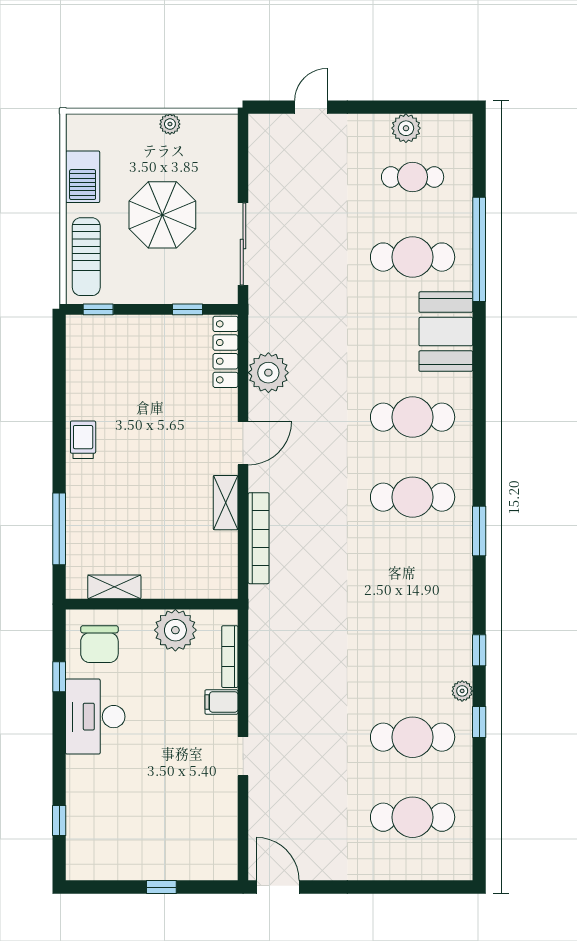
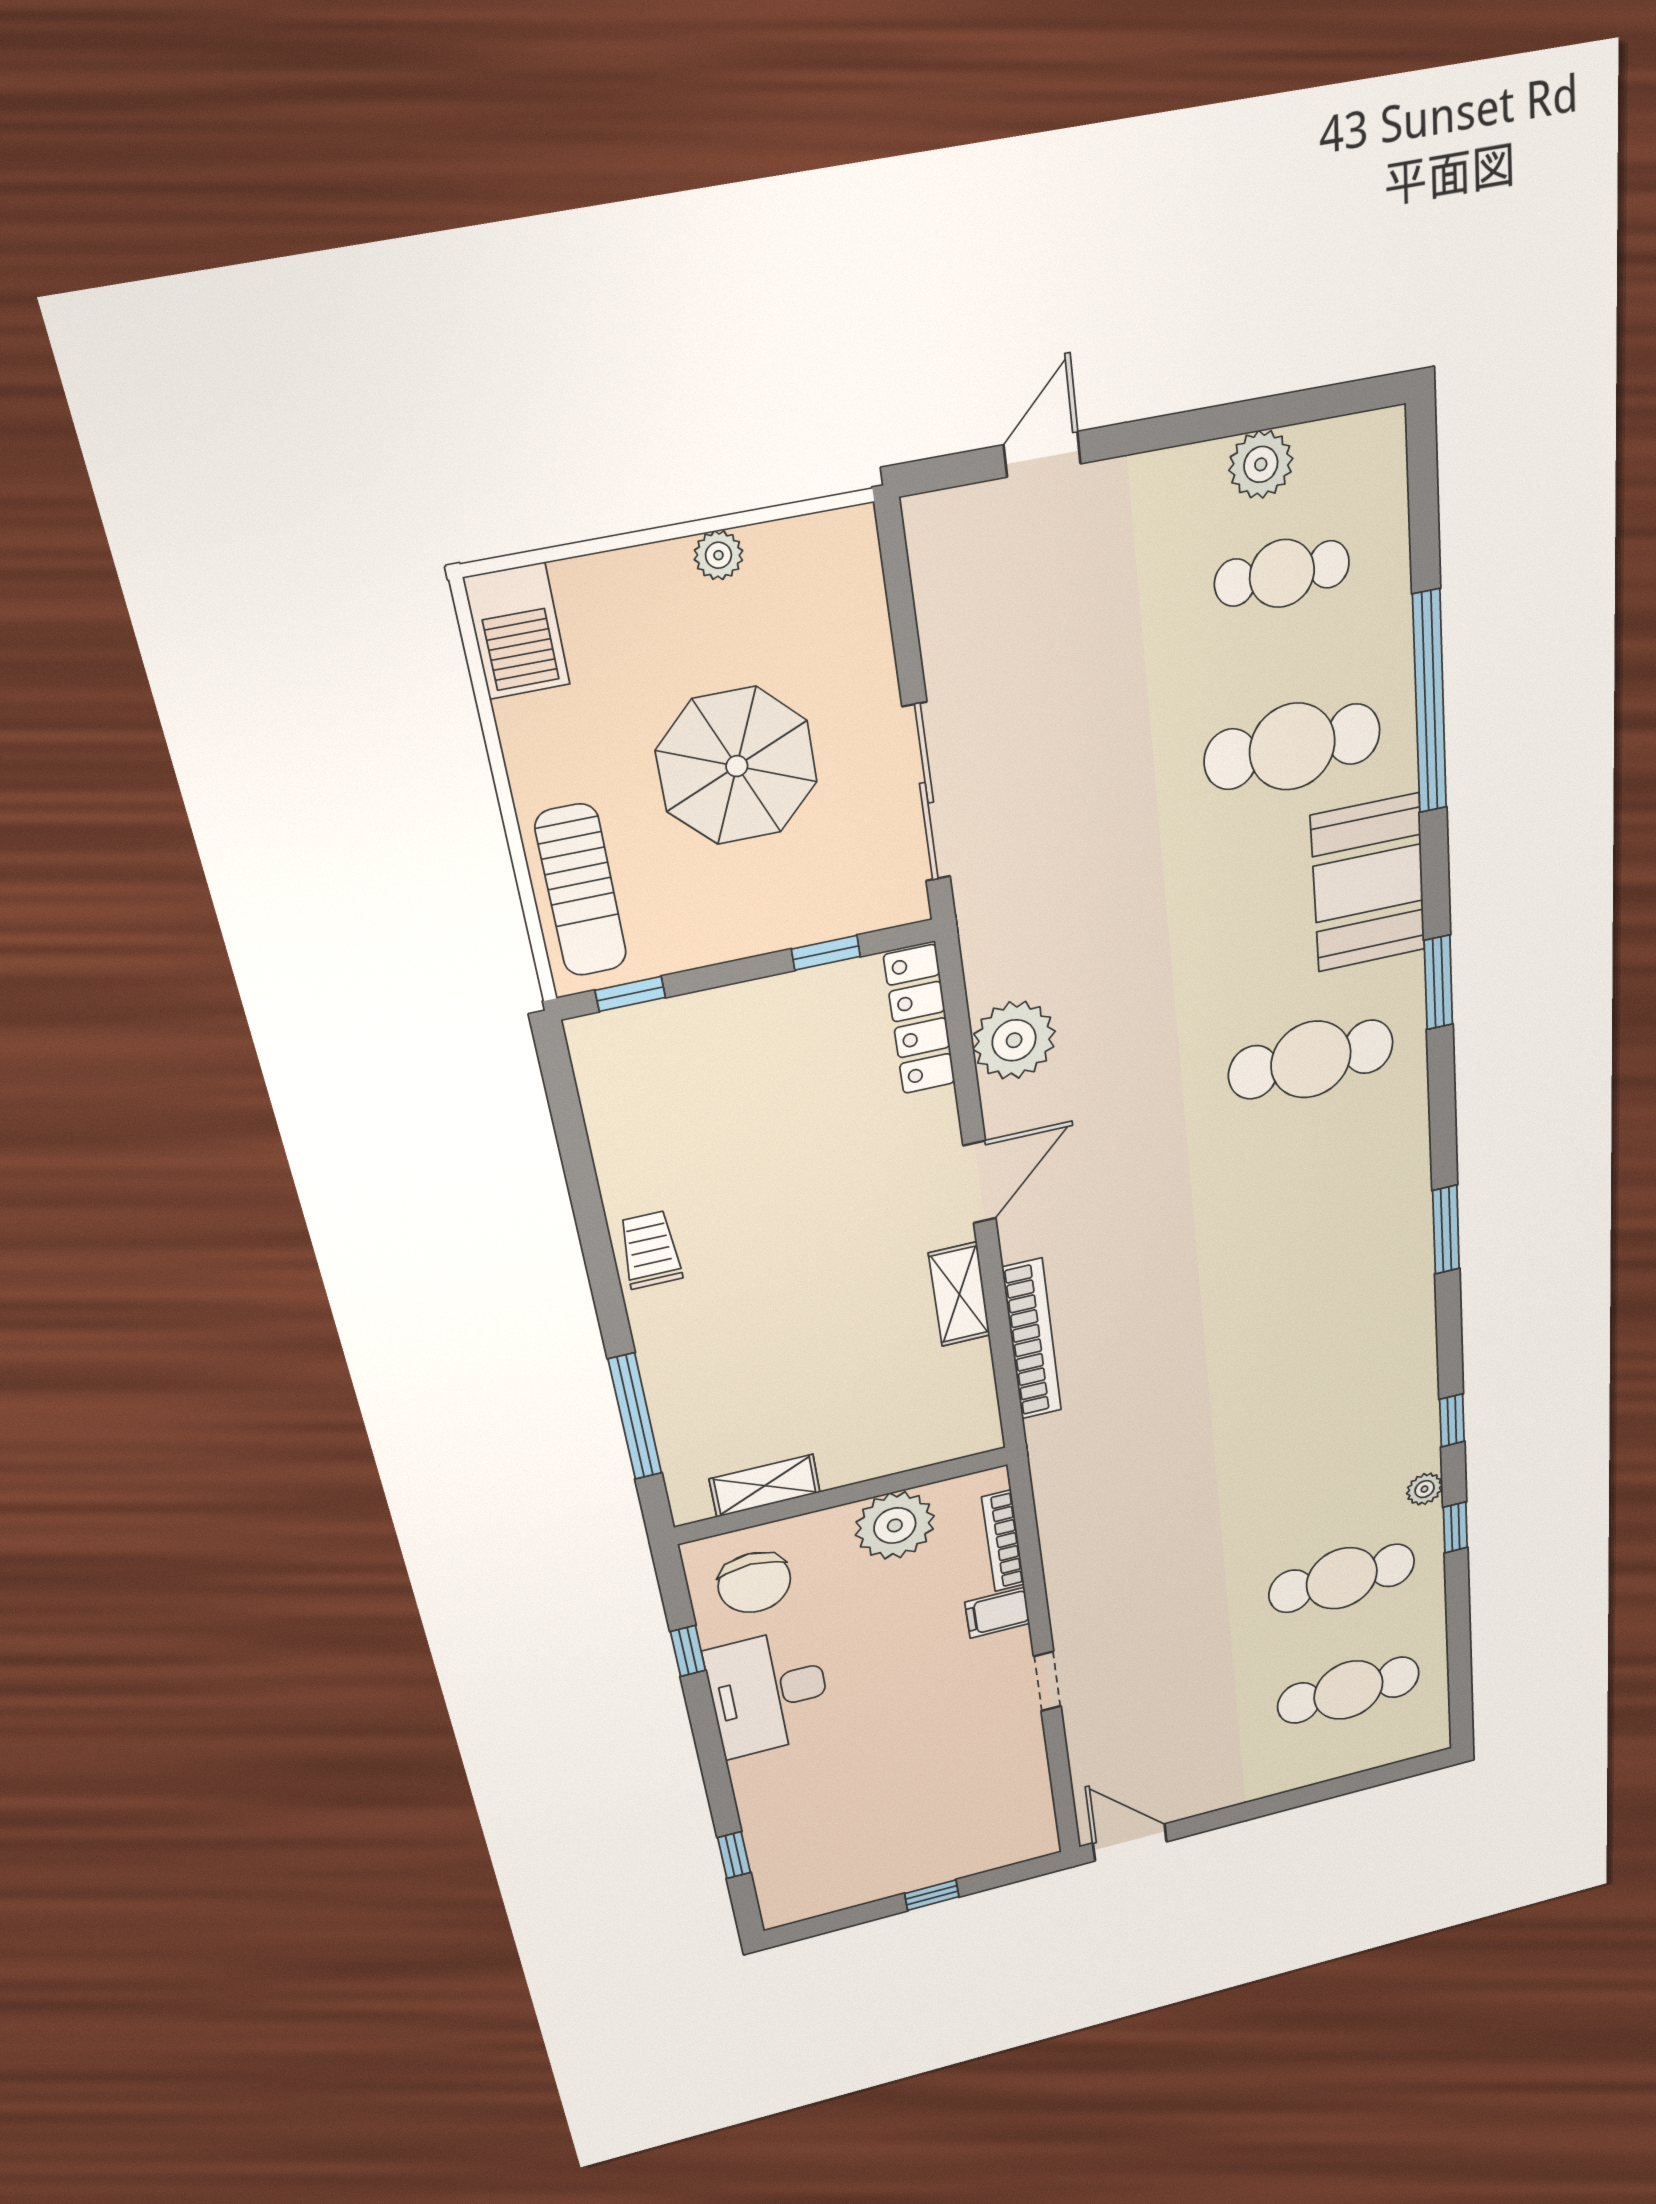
barbecue: (83, 177) -> (517, 631), moved
window: (479, 391) -> (1438, 983), added
cafe table: (413, 497) -> (1319, 1201), removed

